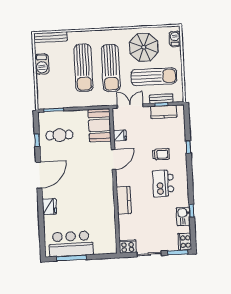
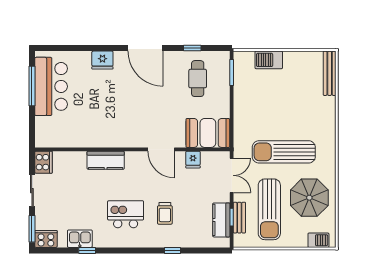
barbecue: (42, 64) -> (269, 60), moved
sun lounger: (83, 68) -> (286, 115), removed

